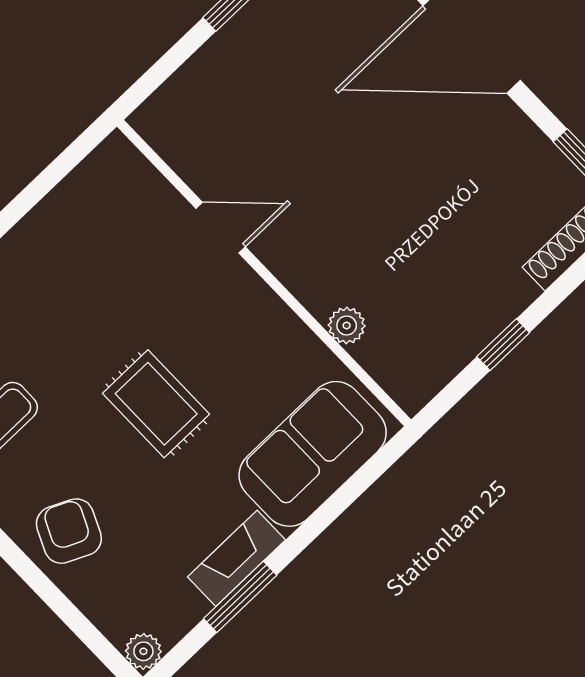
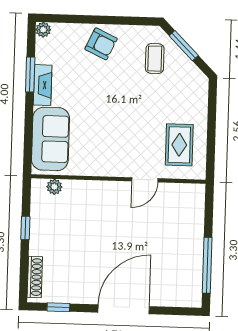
plant: (347, 325) -> (54, 187), moved
rug: (156, 404) -> (179, 145), moved, turned 90

